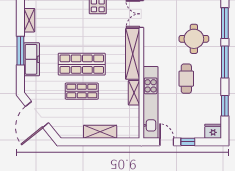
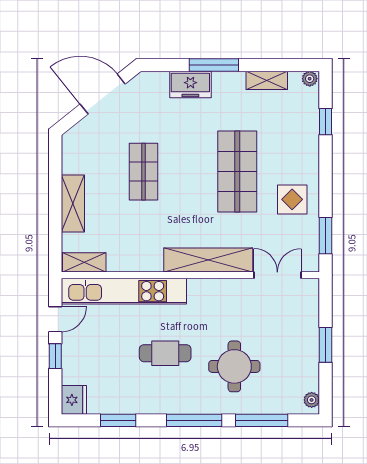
freezer: (32, 59) -> (190, 84), width x0.71
shop shelf: (82, 64) -> (237, 172), moved
shelving: (134, 93) -> (84, 262), moved

